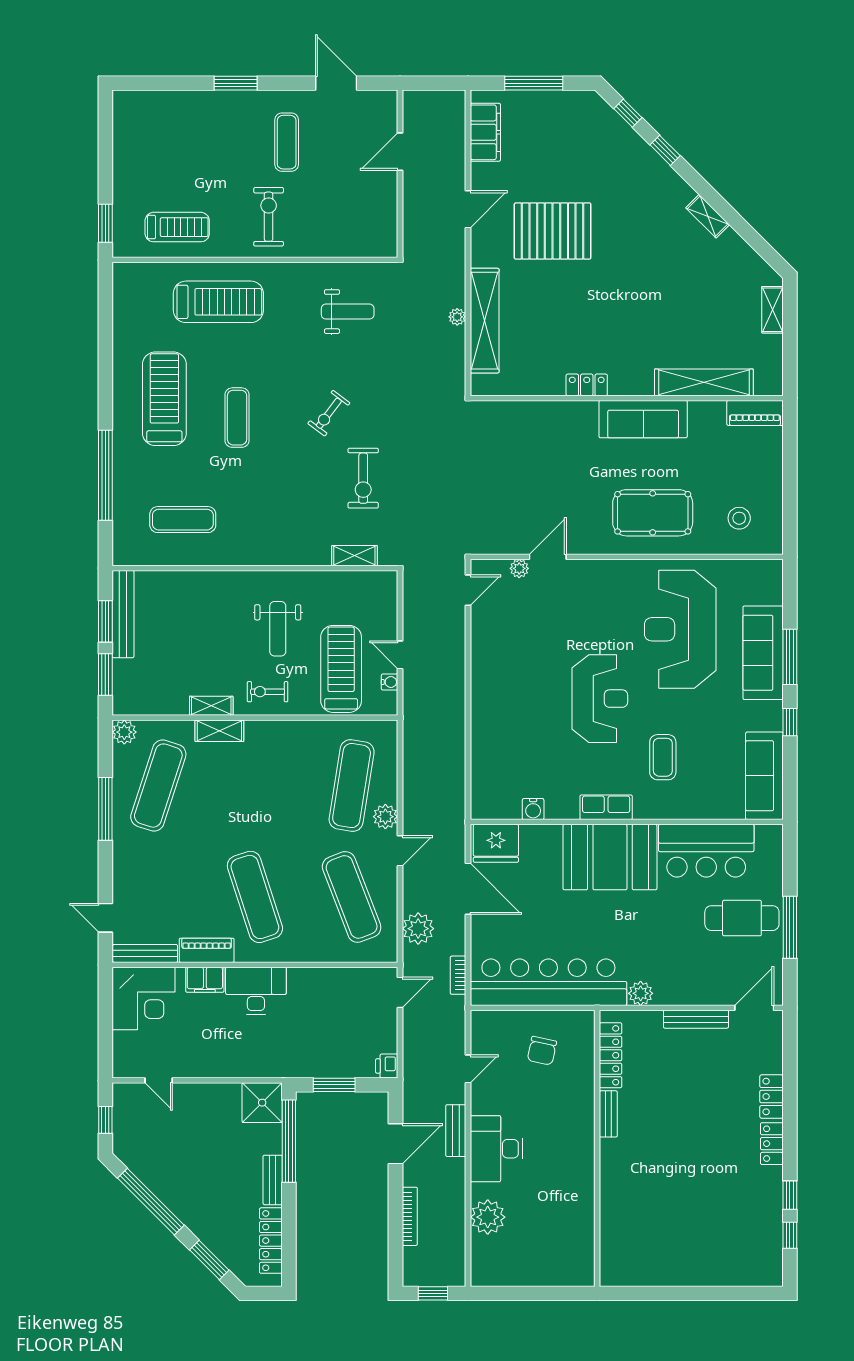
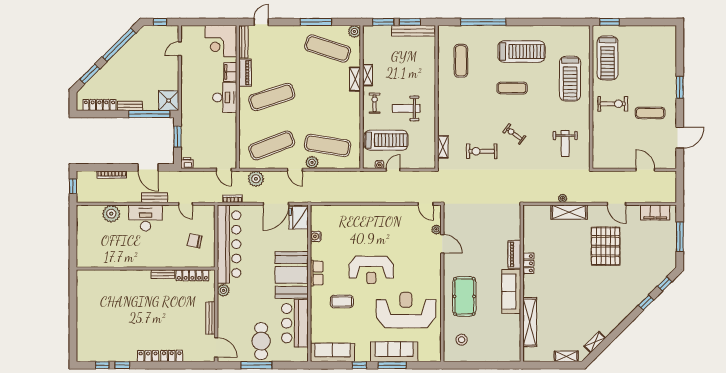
shelving: (708, 216) -> (595, 342), moved
treadmill: (177, 227) -> (608, 58), width x1.37, depth x1.38
shelving: (485, 321) -> (569, 212), width x0.68
piano: (755, 413) -> (514, 254), moved

